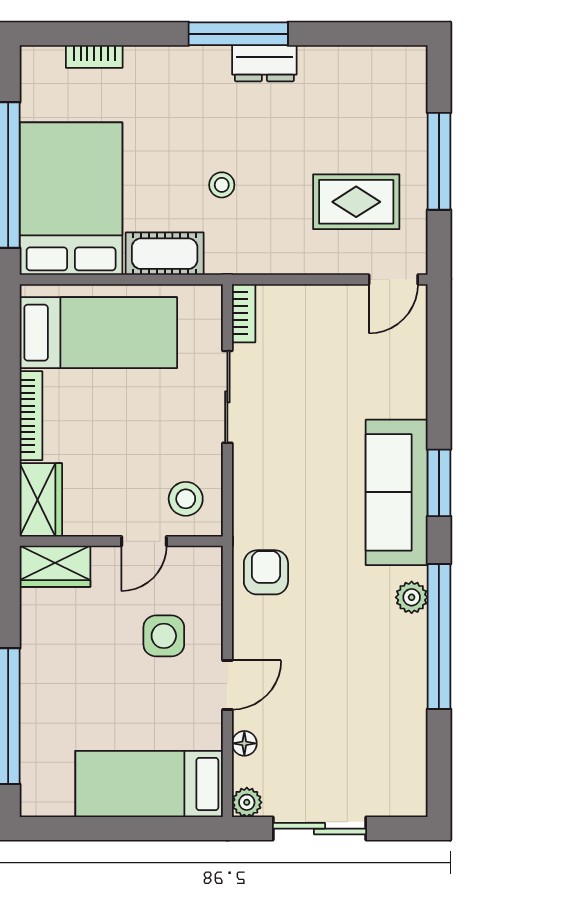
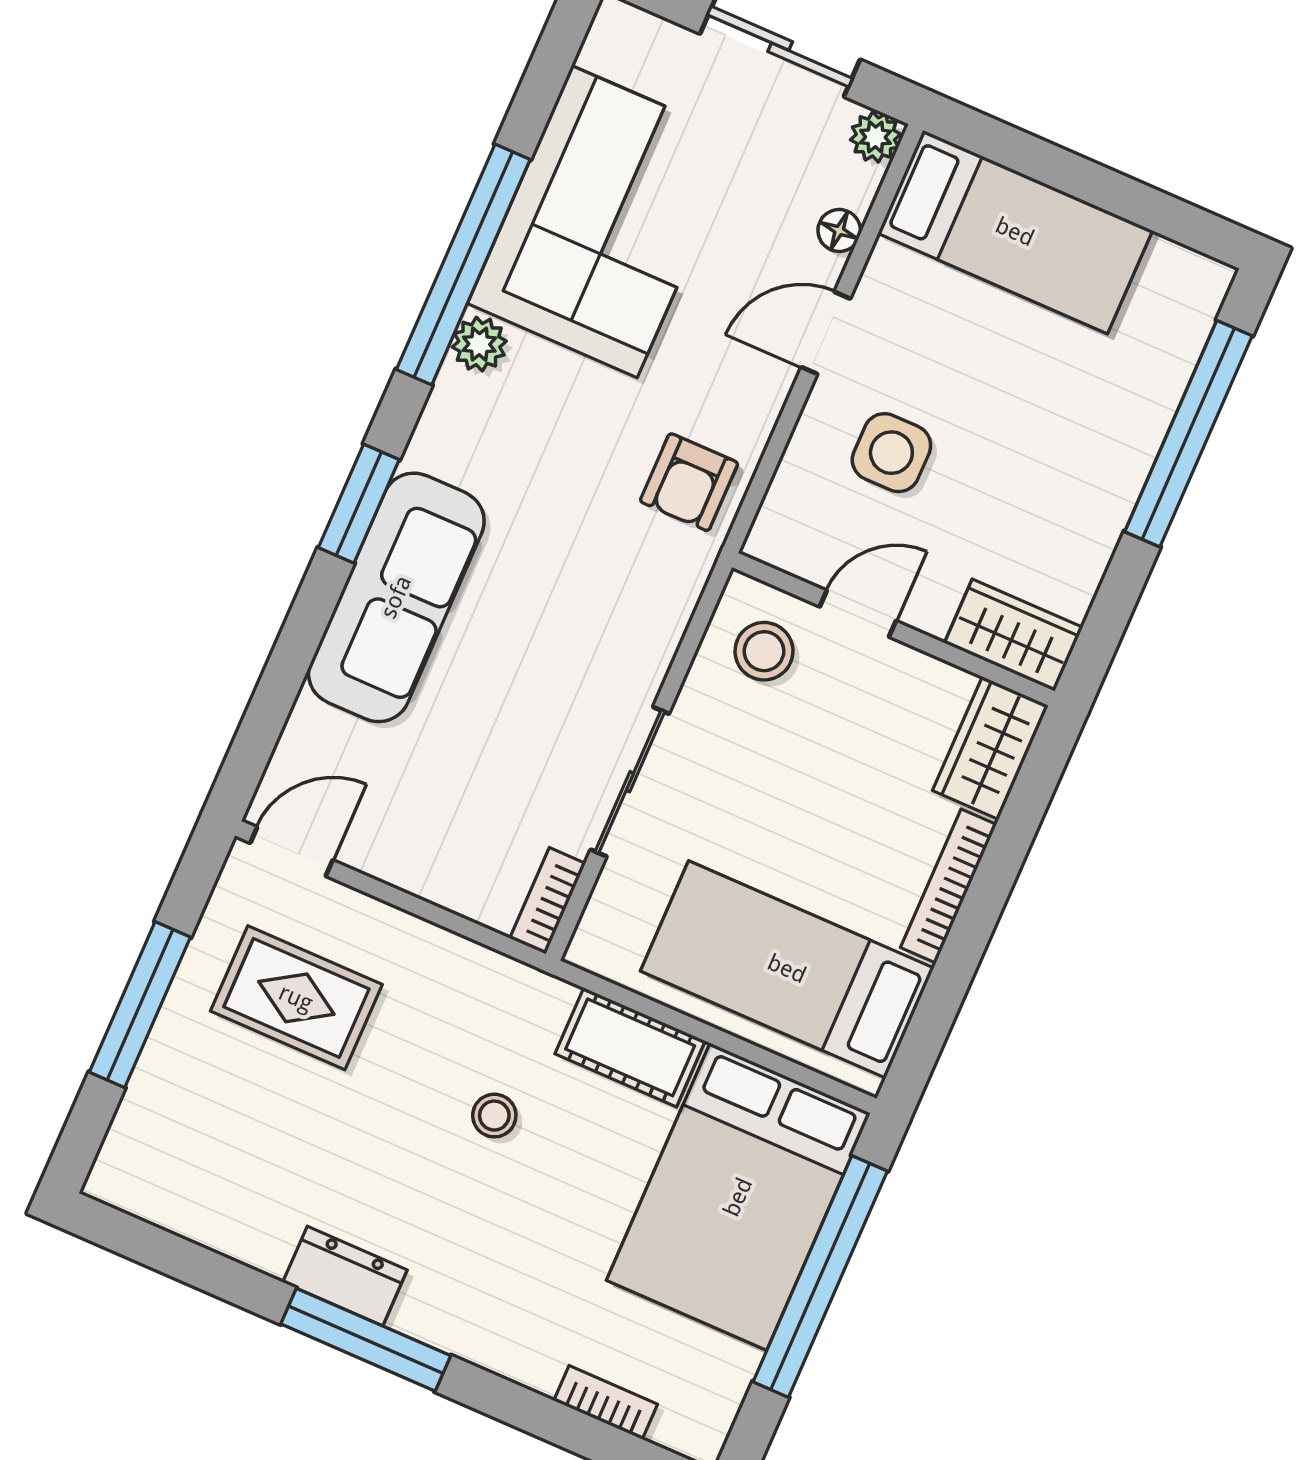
sofa: (397, 492) -> (396, 597), moved
corner sofa: (373, 693) -> (604, 222), added

